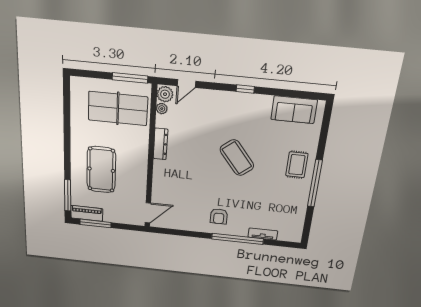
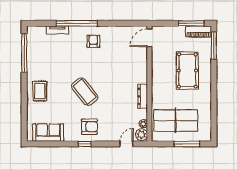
window: (130, 78) -> (187, 144), moved
armchair: (236, 112) -> (90, 127), added
window: (315, 183) -> (24, 53), moved

